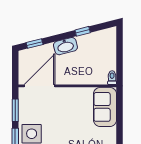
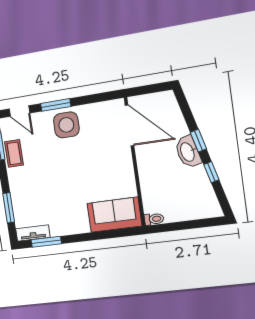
window: (35, 44) -> (198, 141), moved
window: (15, 110) -> (93, 99), removed

